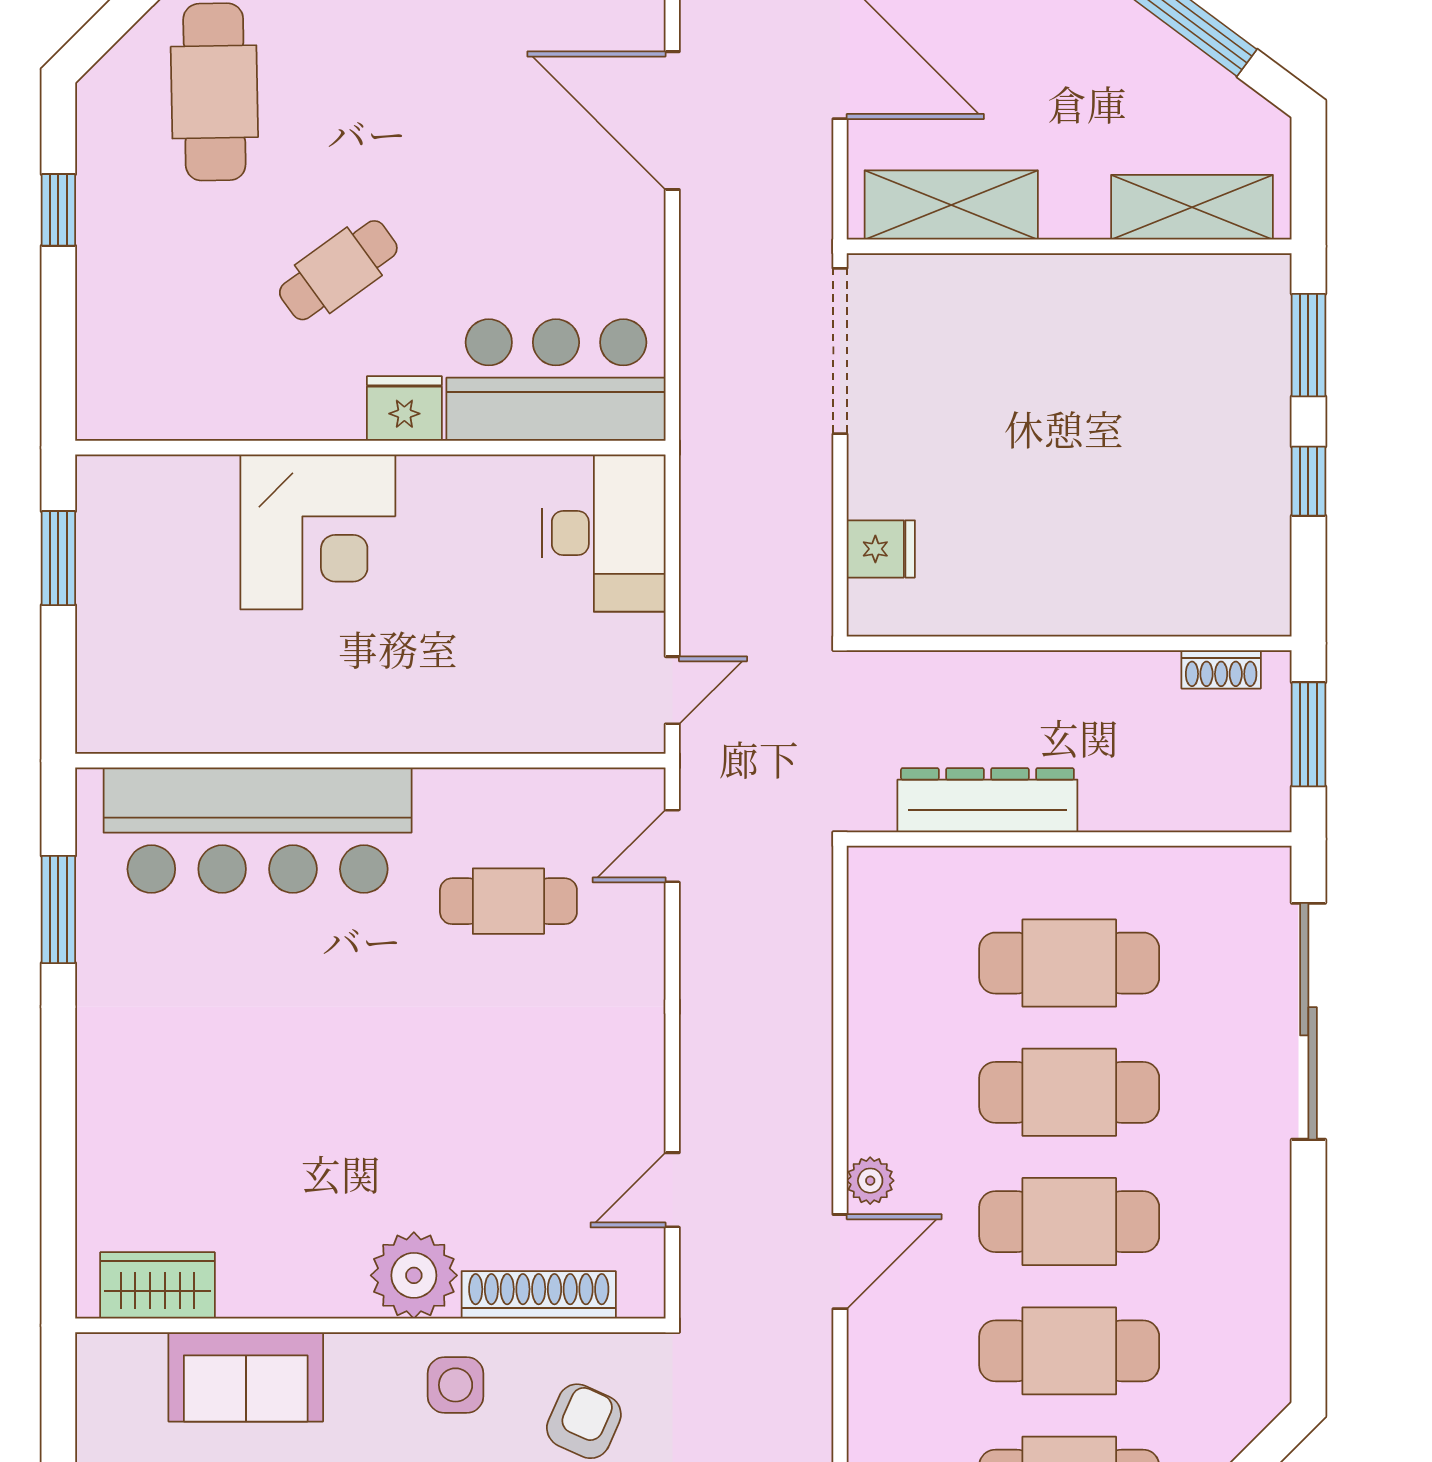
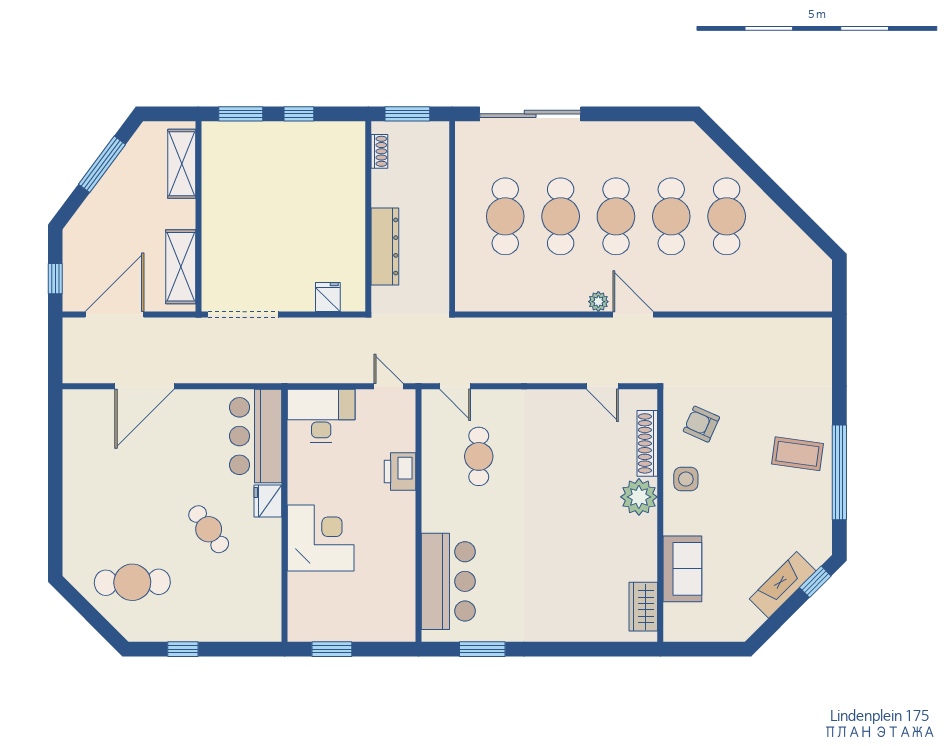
printer: (473, 717) -> (400, 471), added
dresser: (987, 800) -> (385, 247), moved, turned 180
bar counter: (258, 830) -> (448, 581), width x0.73

